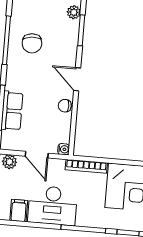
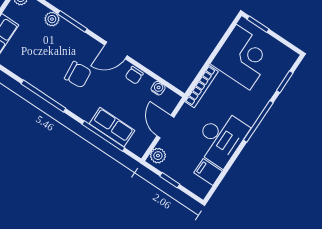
chair: (32, 43) -> (78, 75), moved
water cooler: (64, 149) -> (158, 88), moved
door: (37, 155) -> (165, 127), swing flipped

